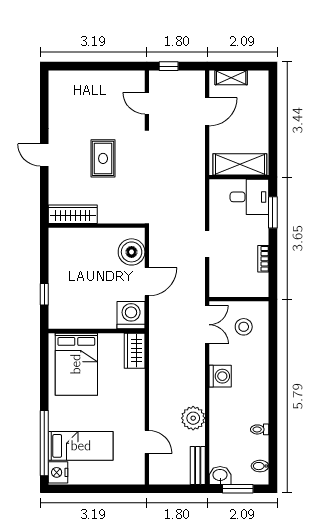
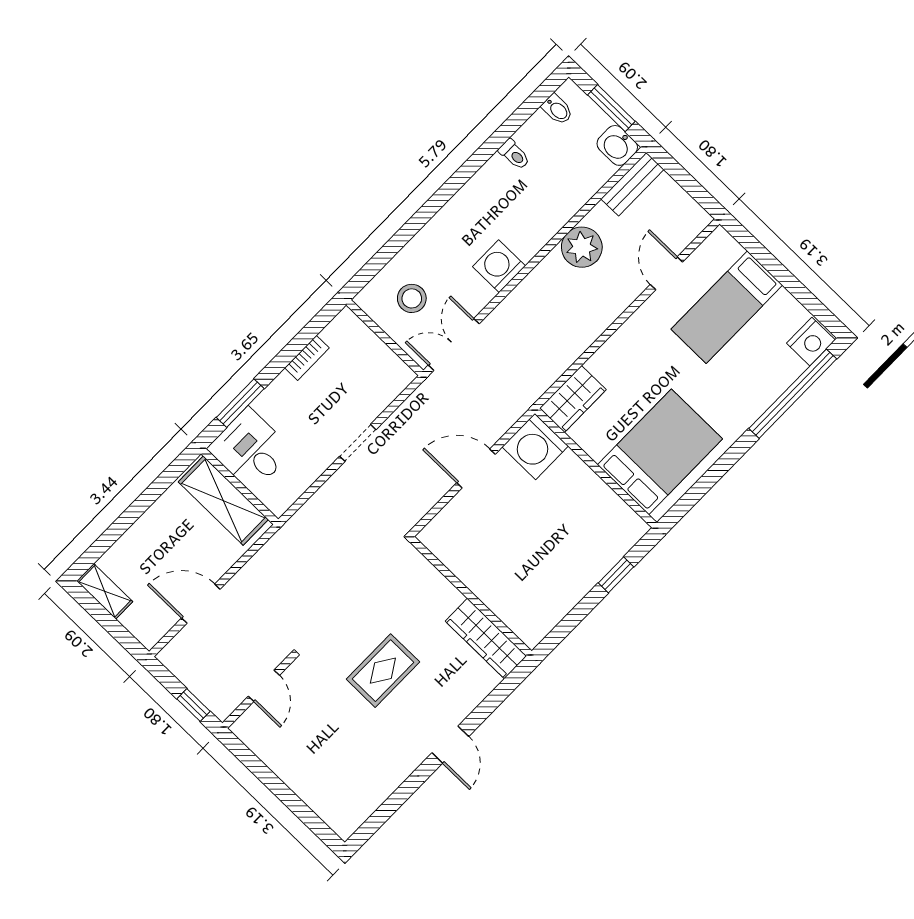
shelving: (231, 78) -> (105, 591), moved
boiler: (132, 252) -> (459, 523), removed
bed: (81, 446) -> (727, 307), moved, turned -90

